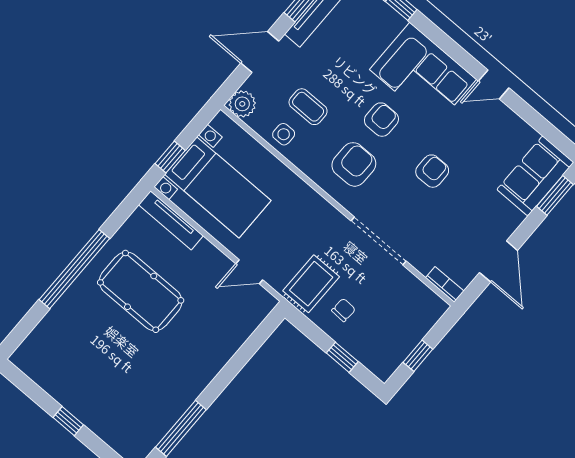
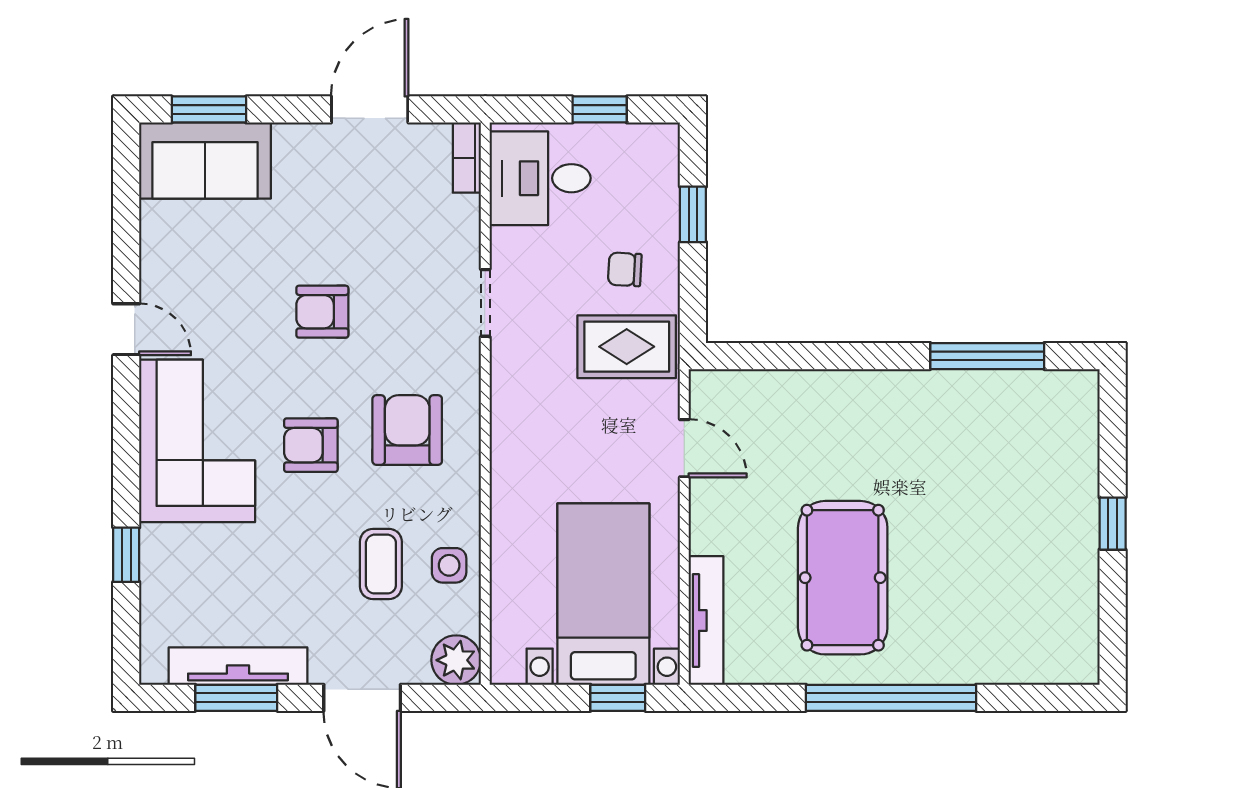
armchair: (354, 164) -> (407, 430), turned 90
doorway: (379, 241) -> (485, 303), width x0.53
desk: (411, 307) -> (540, 178), added

